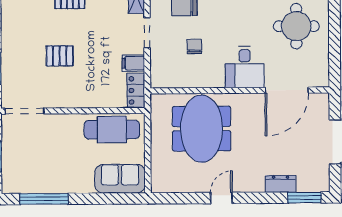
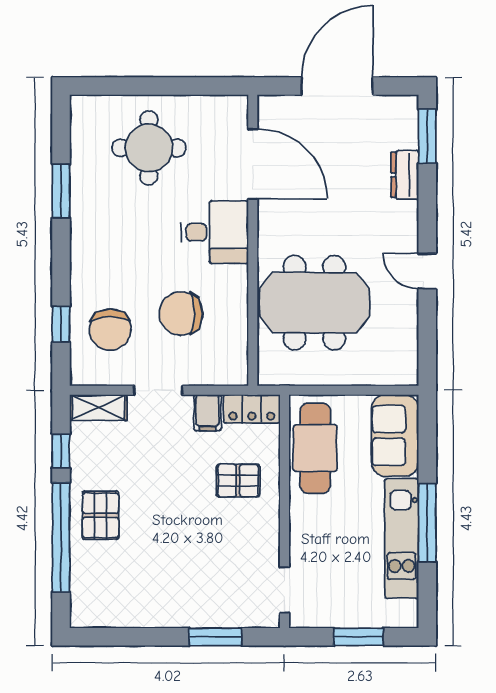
chair: (194, 46) -> (181, 313), width x1.87, depth x1.87
pallet: (60, 56) -> (238, 481), moved, turned 90
doorway: (24, 111) -> (284, 590), width x0.73
kitchen unit: (57, 183) -> (402, 538), added
window: (44, 199) -> (427, 523), moved

